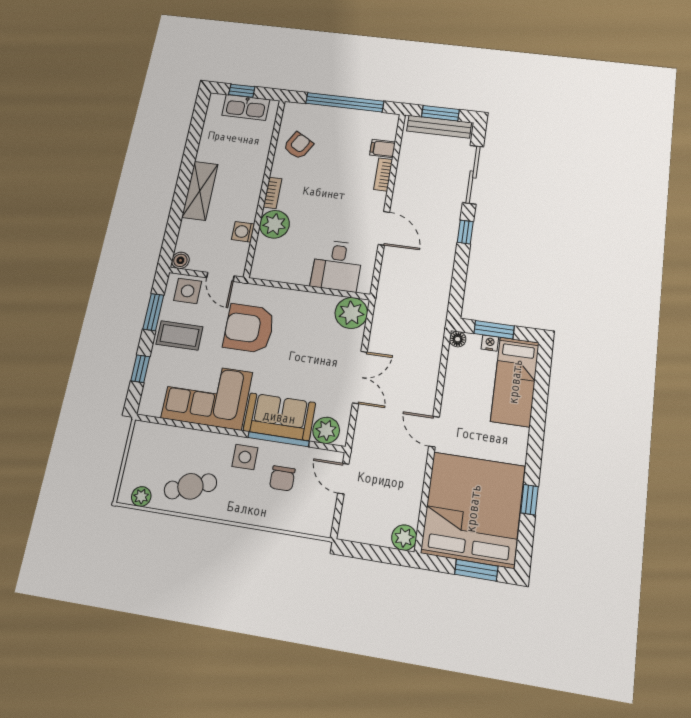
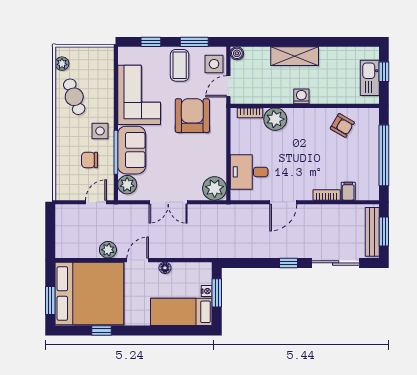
bookcase: (272, 193) -> (250, 113), moved
washing machine: (243, 232) -> (301, 96), moved
floor lamp: (458, 339) -> (165, 268), moved
plant: (404, 538) -> (108, 250), moved

